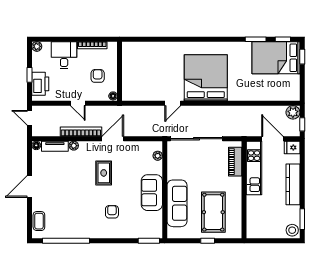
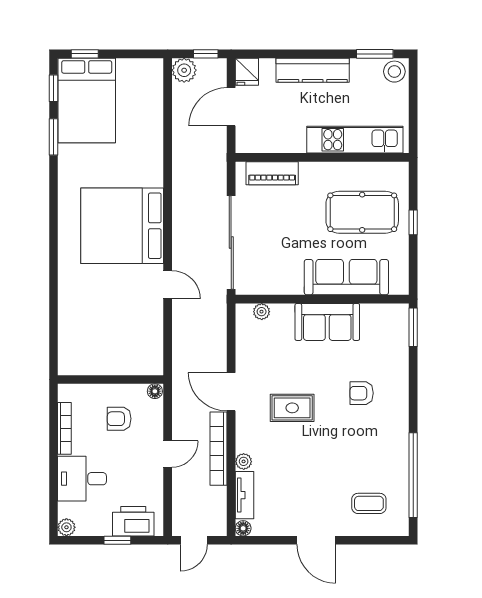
kitchen unit: (254, 168) -> (355, 140), moved
coffee table: (39, 221) -> (369, 503), moved

